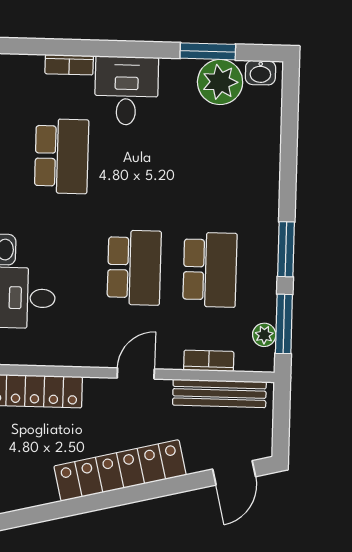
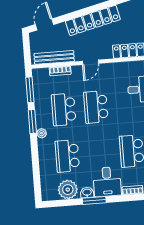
window: (208, 51) -> (94, 200), moved
washbasin: (260, 73) -> (87, 193), moved
school desk: (213, 160) -> (67, 156), added
plant: (264, 335) -> (42, 133), moved

